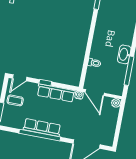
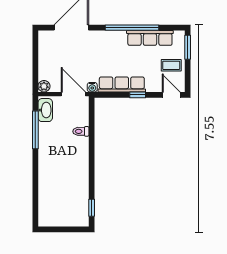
washbasin: (124, 54) -> (45, 110), moved
door: (20, 78) -> (171, 95), hinge flipped
row of seats: (42, 127) -> (150, 38), moved

